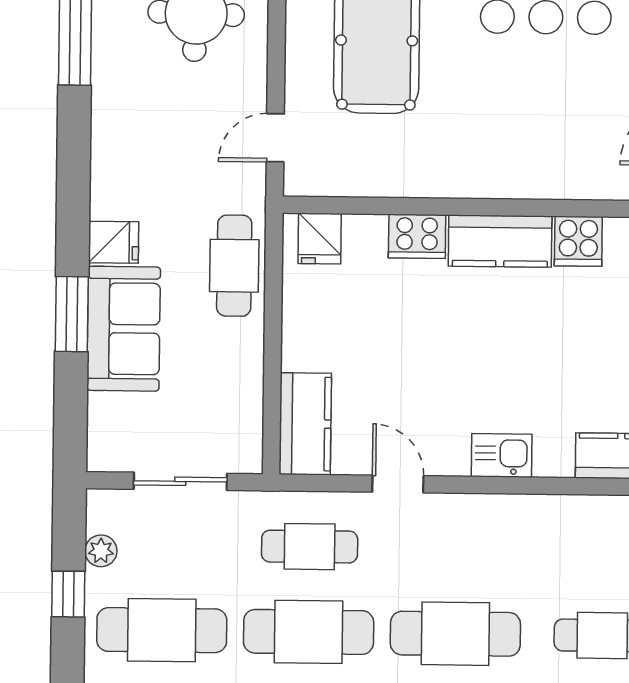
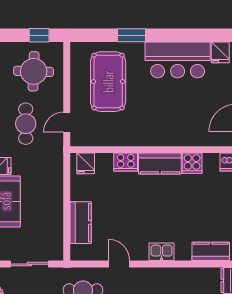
cafe table: (234, 266) -> (26, 124), moved
kitchen counter: (305, 424) -> (81, 223), moved

